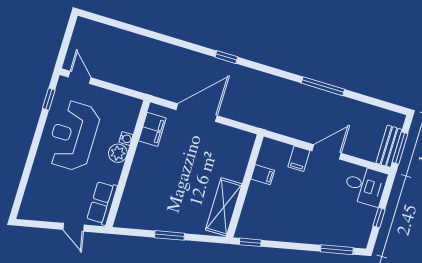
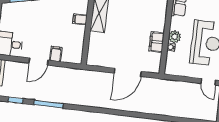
window: (226, 57) -> (16, 100), moved
filing cabinet: (152, 129) -> (157, 42), moved
filing cabinet: (263, 175) -> (80, 19), moved

